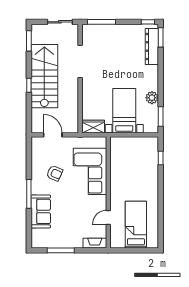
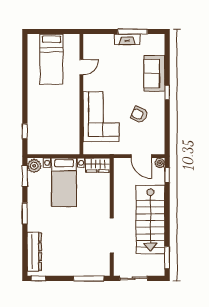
window: (161, 37) -> (25, 213), moved
window: (29, 85) -> (167, 175), moved
plant: (152, 98) -> (34, 166), moved
plant: (36, 129) -> (160, 163), added
window: (29, 194) -> (167, 92), width x0.46
fireplace: (95, 243) -> (127, 39), moved

